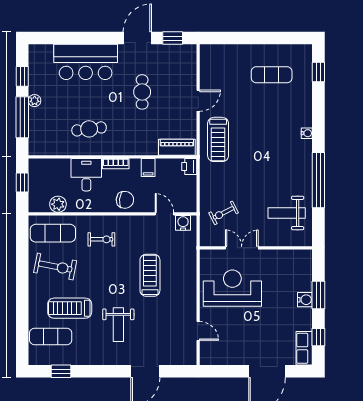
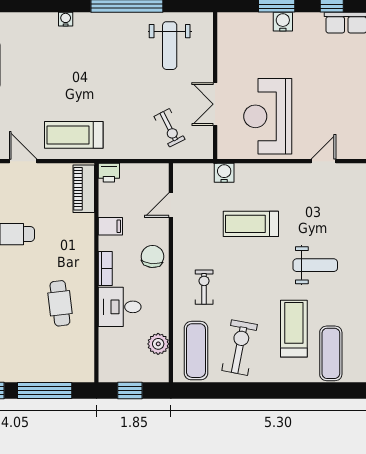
plant: (35, 101) -> (23, 374), removed
treadmill: (218, 139) -> (74, 135), turned 180
water cooler: (183, 223) -> (224, 173), moved, turned 90
treadmill: (70, 308) -> (294, 329), turned 180

